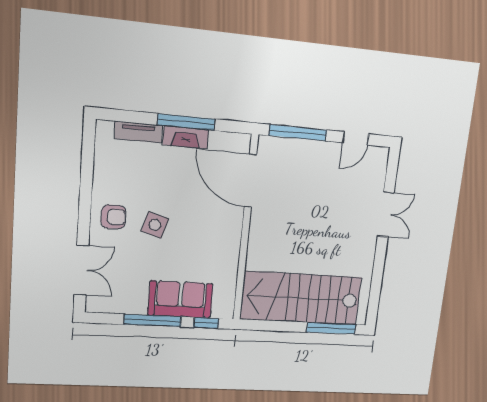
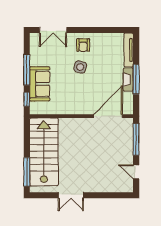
tv unit: (138, 132) -> (129, 50), width x1.41
double door: (386, 214) -> (71, 195), moved

